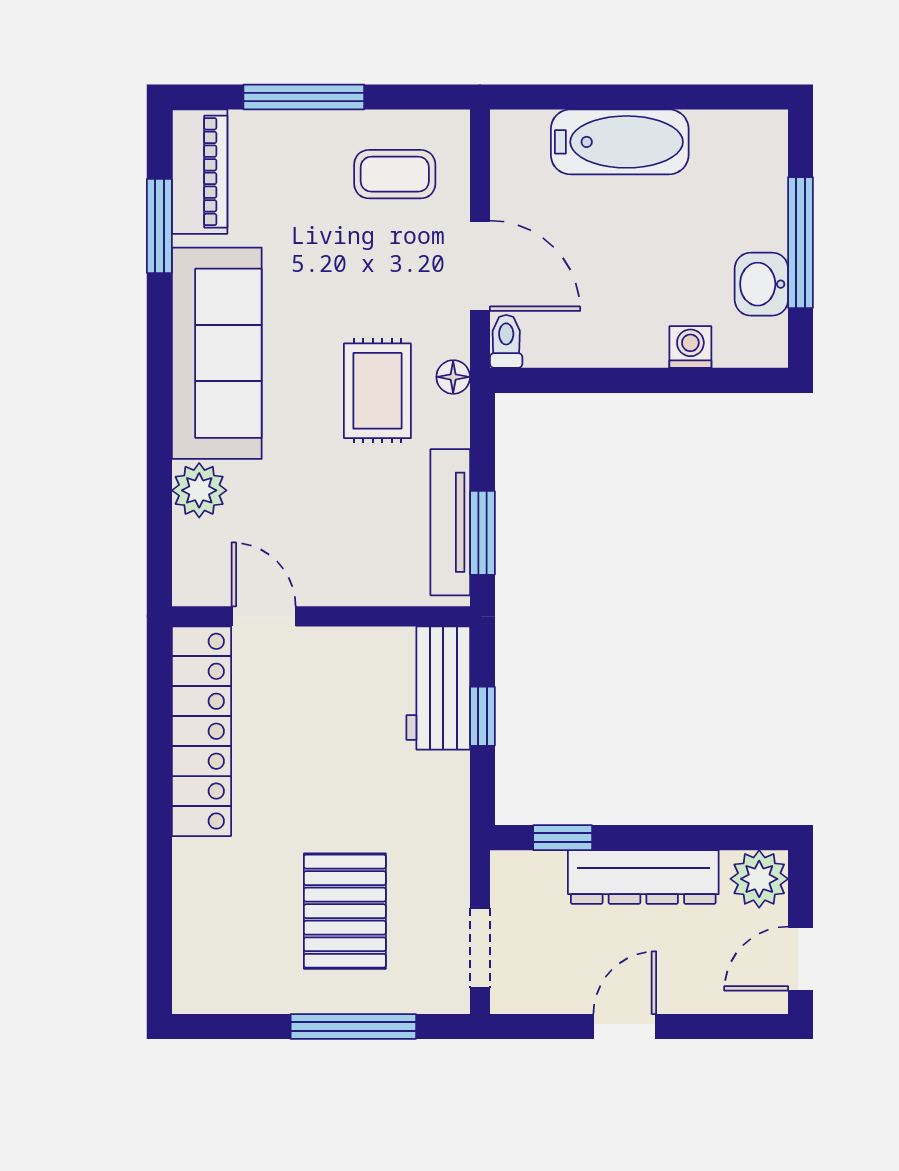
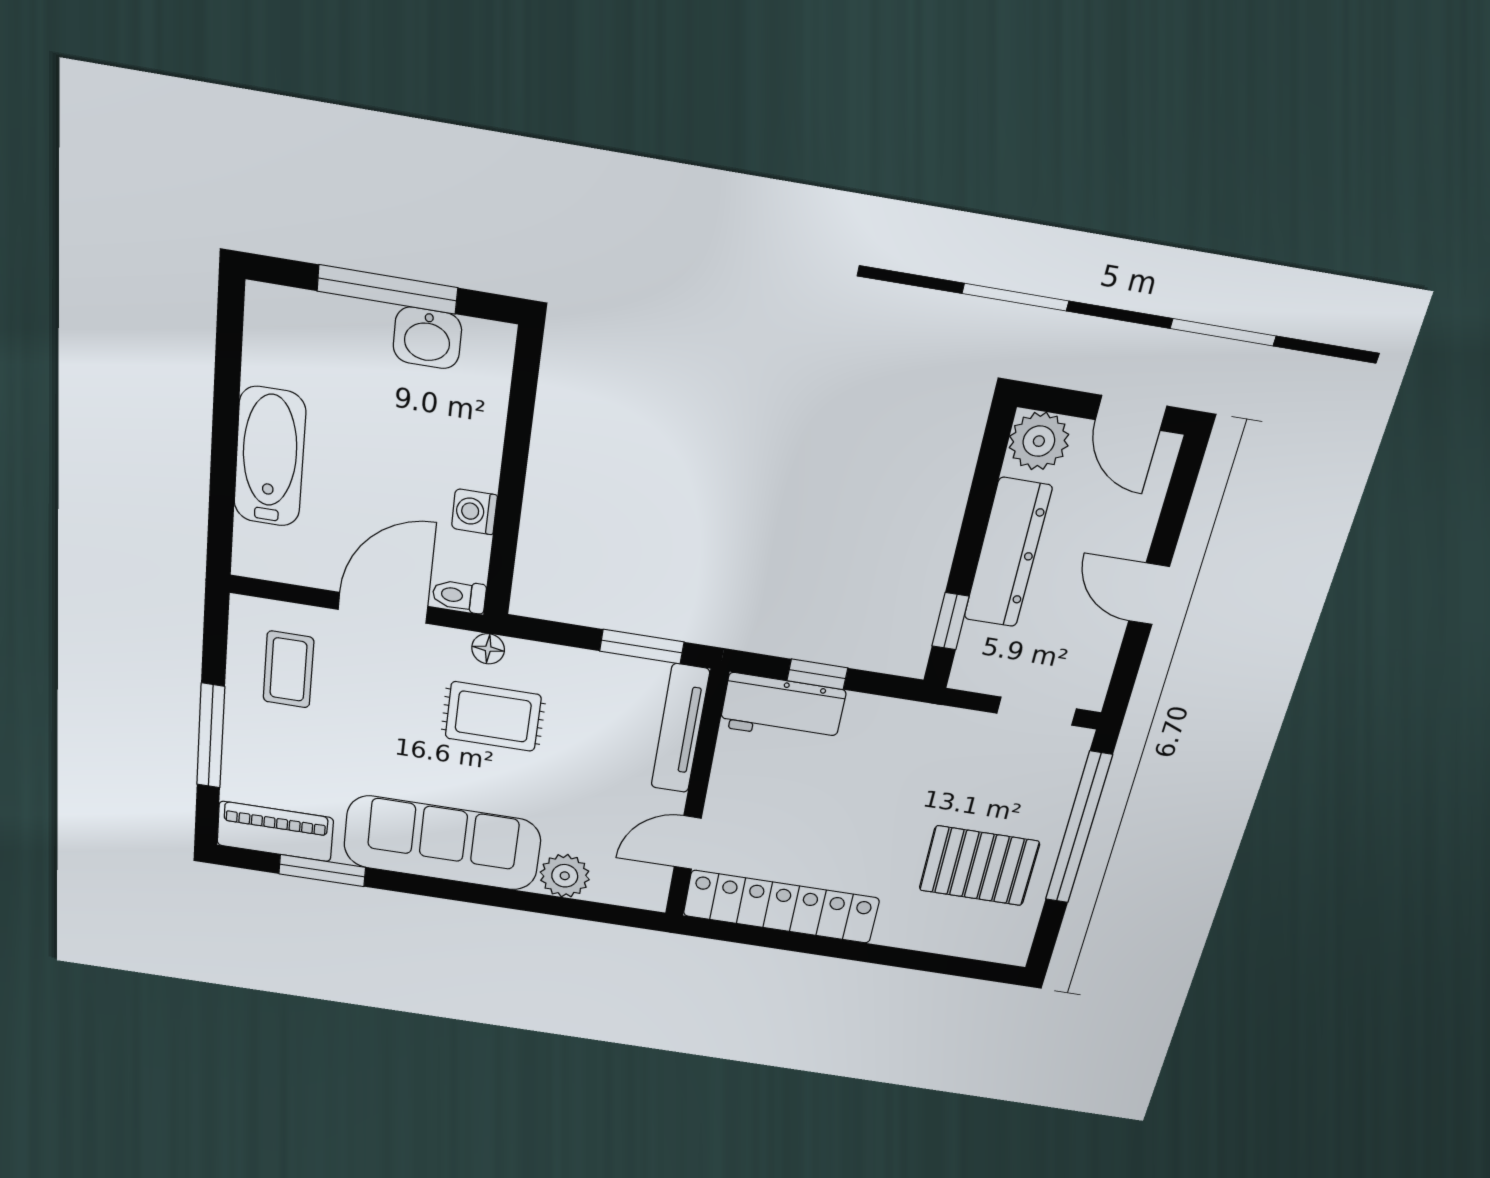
washing machine: (690, 347) -> (474, 512), moved
tv unit: (450, 522) -> (680, 729), moved, turned 90
pallet: (345, 911) -> (979, 866), moved
window: (353, 1026) -> (1078, 828), width x1.46

